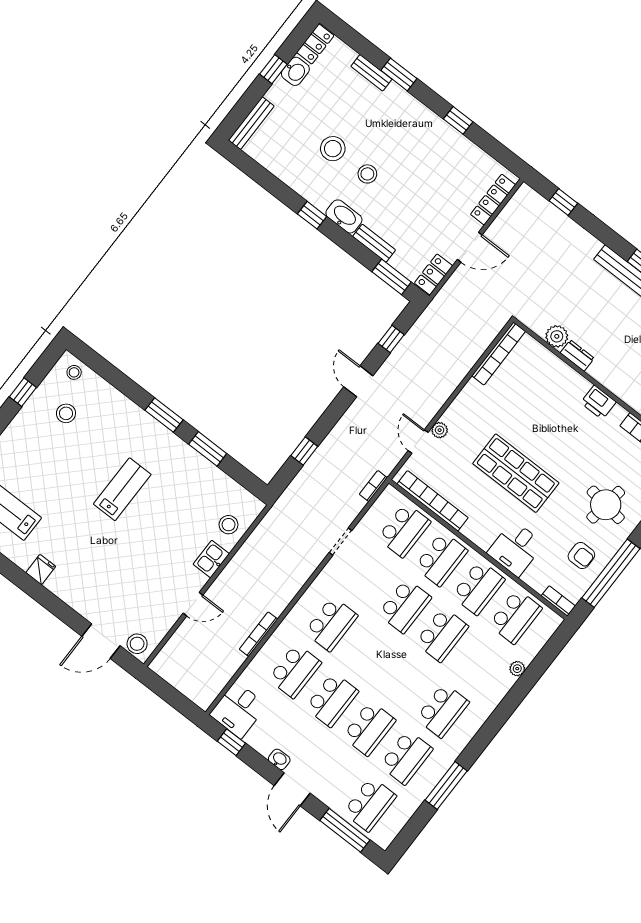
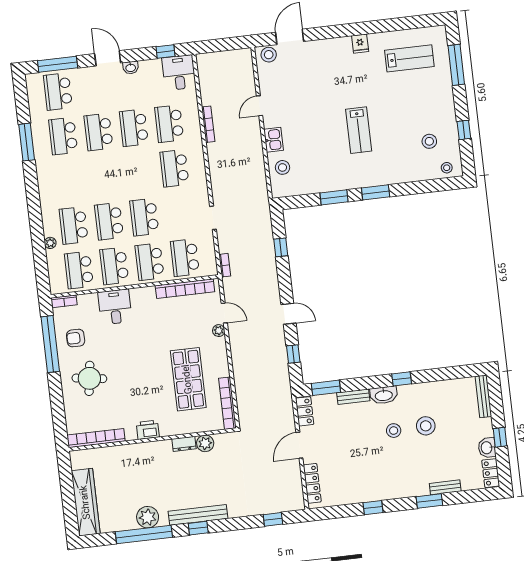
shop shelf: (516, 473) -> (188, 379), moved, turned 90
school desk: (443, 710) -> (74, 225), moved

